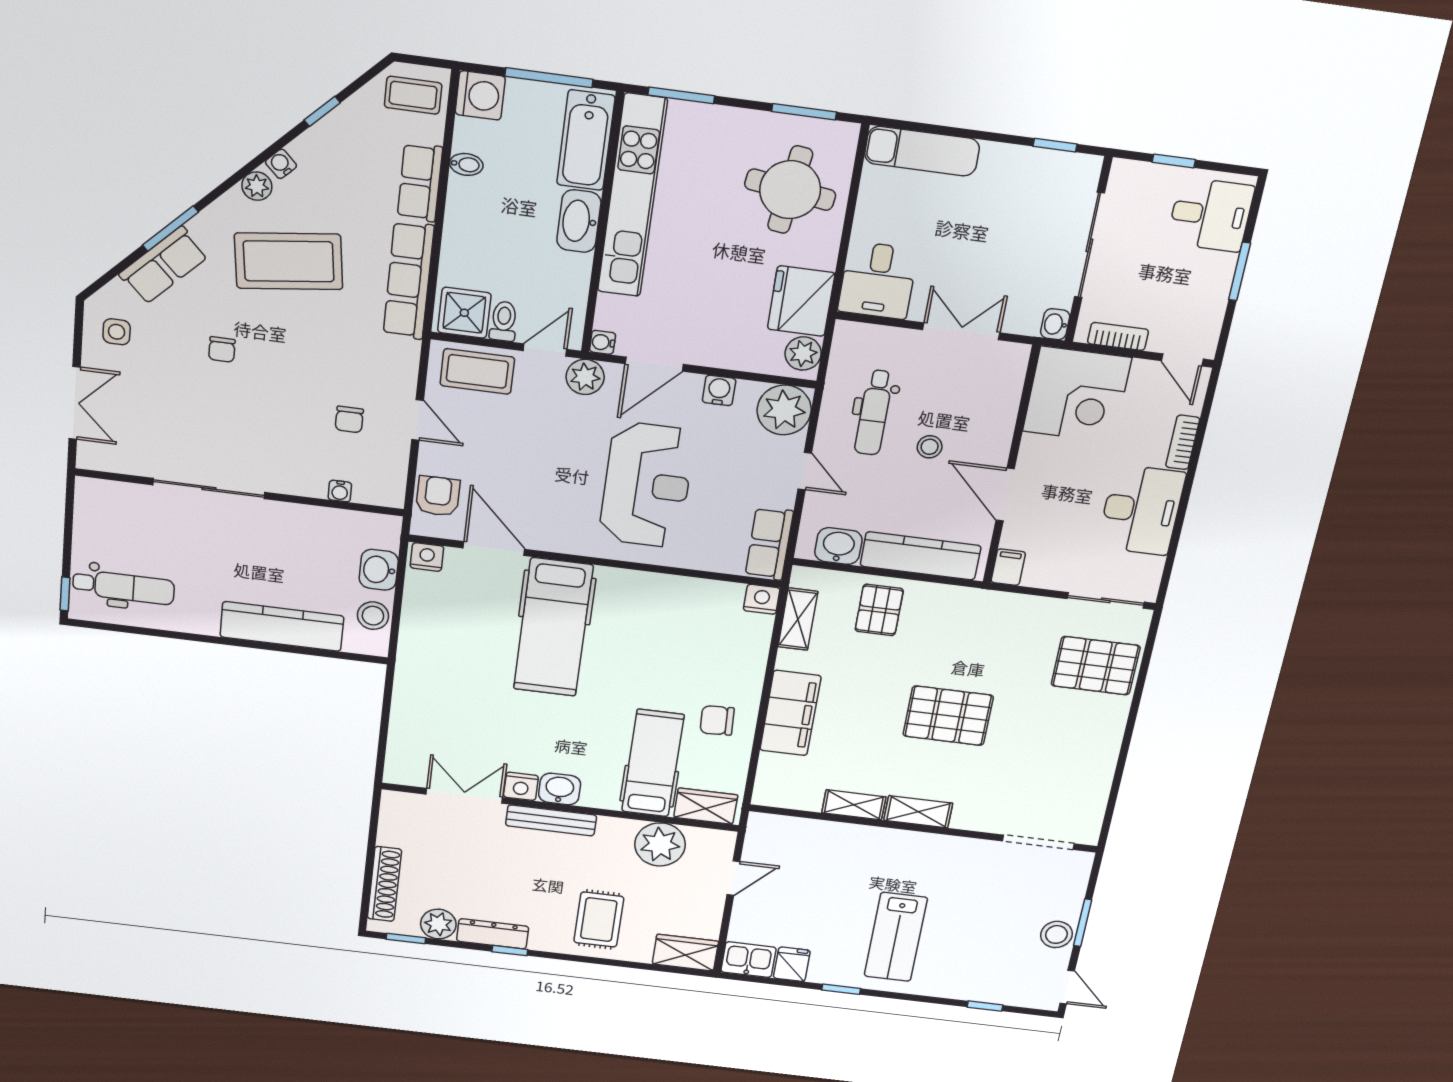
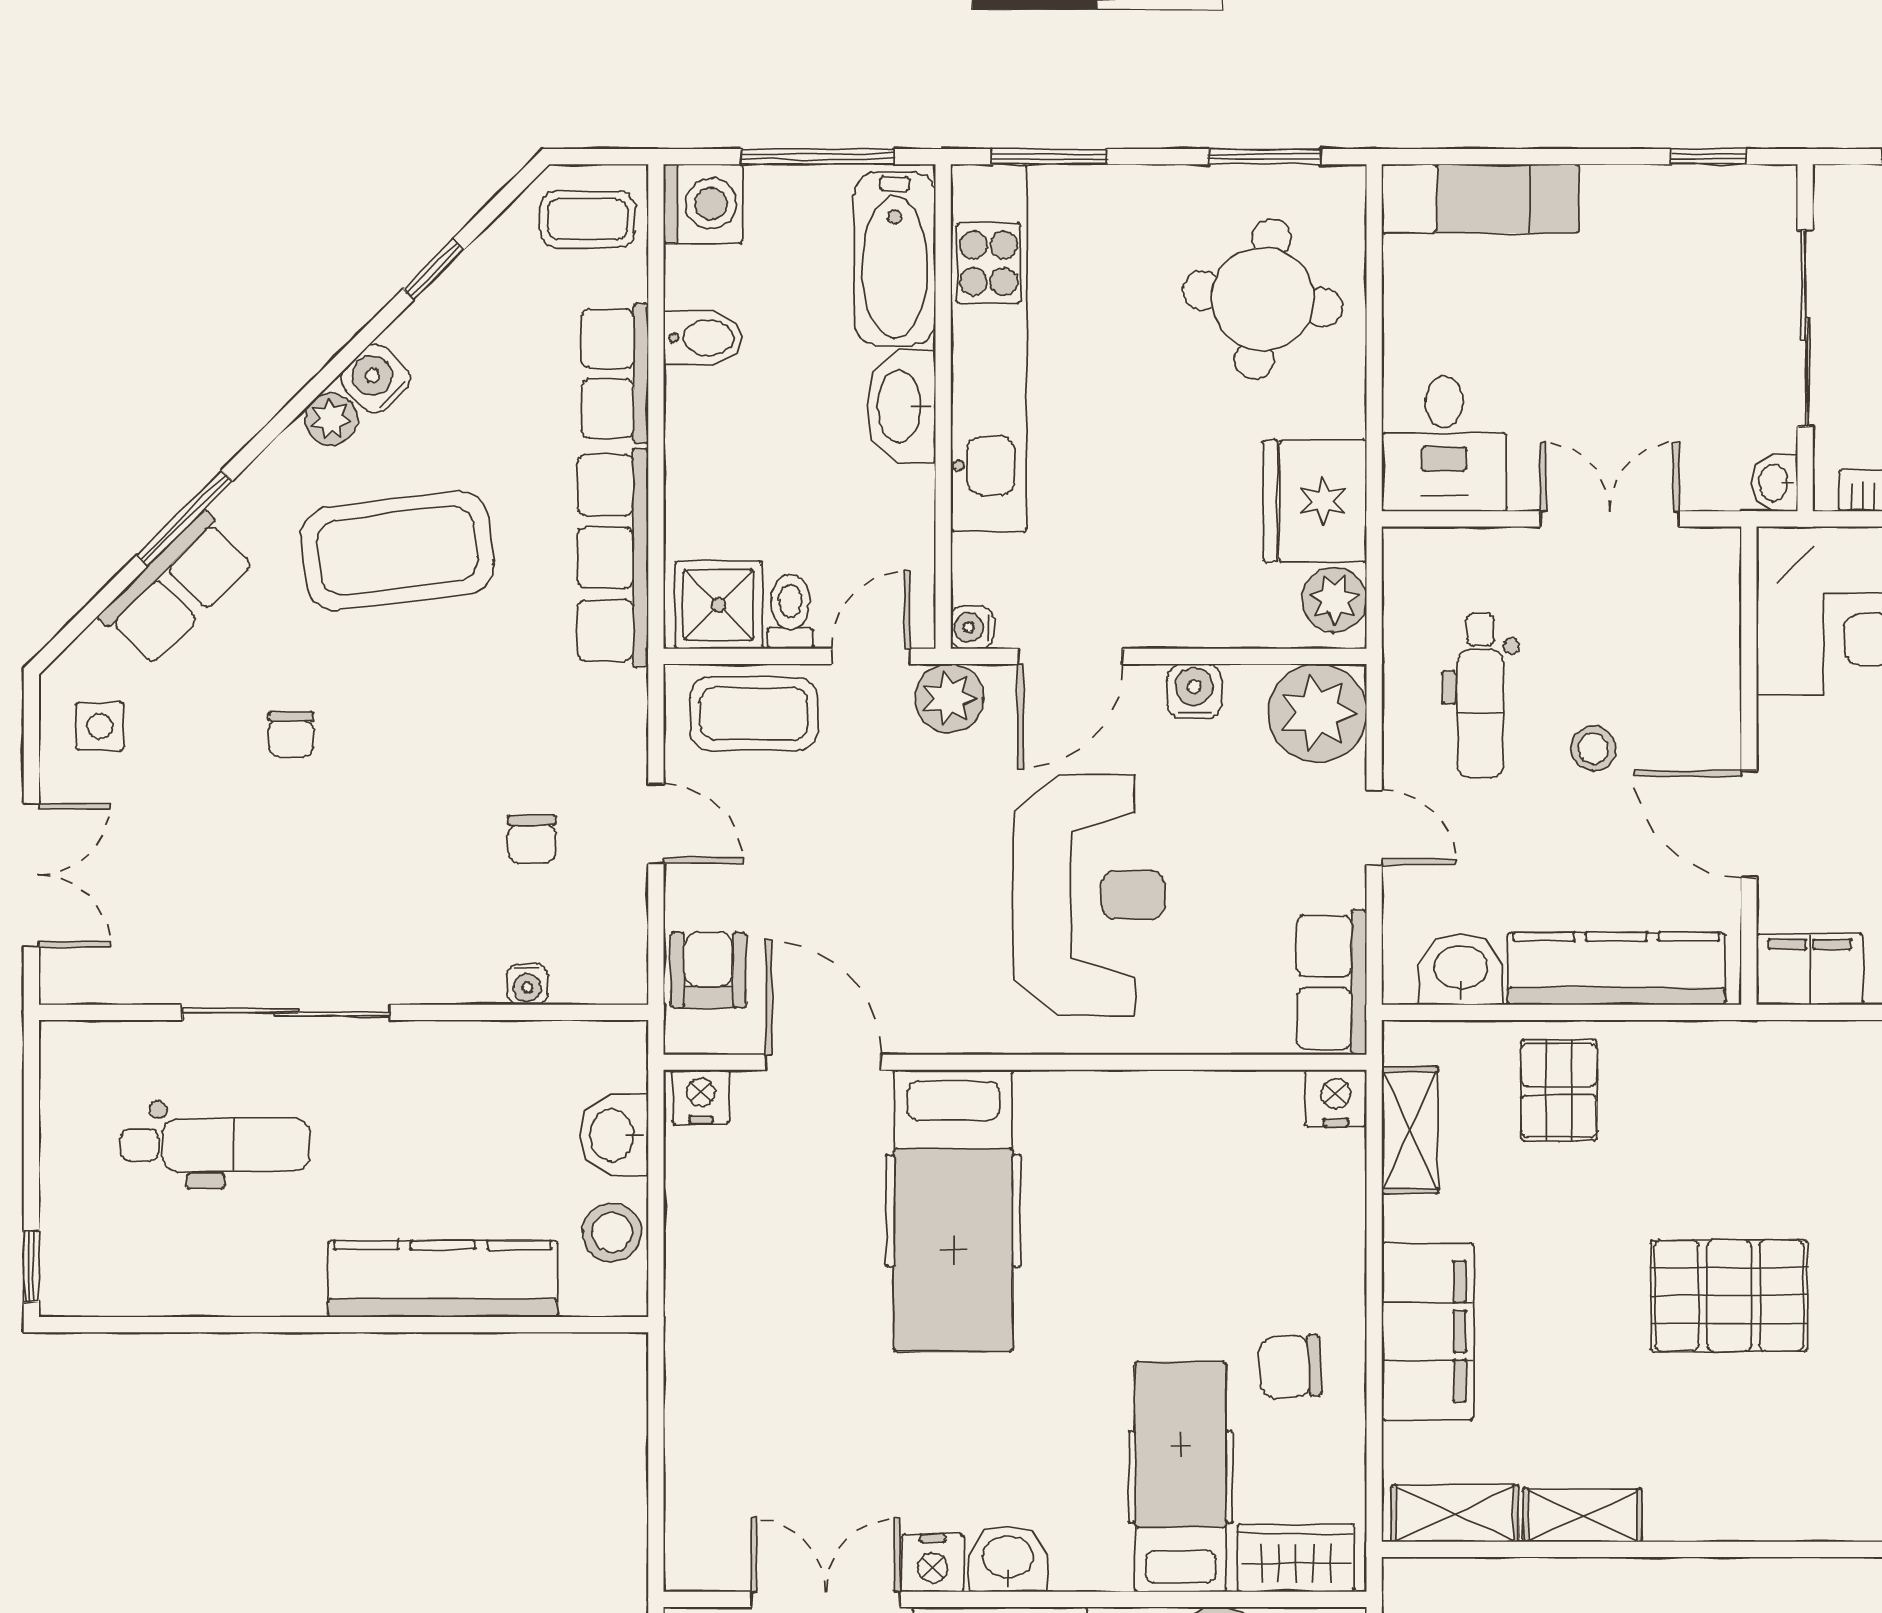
water cooler: (281, 164) -> (375, 379), width x1.38, depth x1.38
bidet: (466, 164) -> (703, 338), width x1.38, depth x1.36
filing cabinet: (1008, 567) -> (1810, 969), width x2.00
dental chair: (123, 587) -> (215, 1145), moved
shelving: (918, 812) -> (1455, 1513), moved

